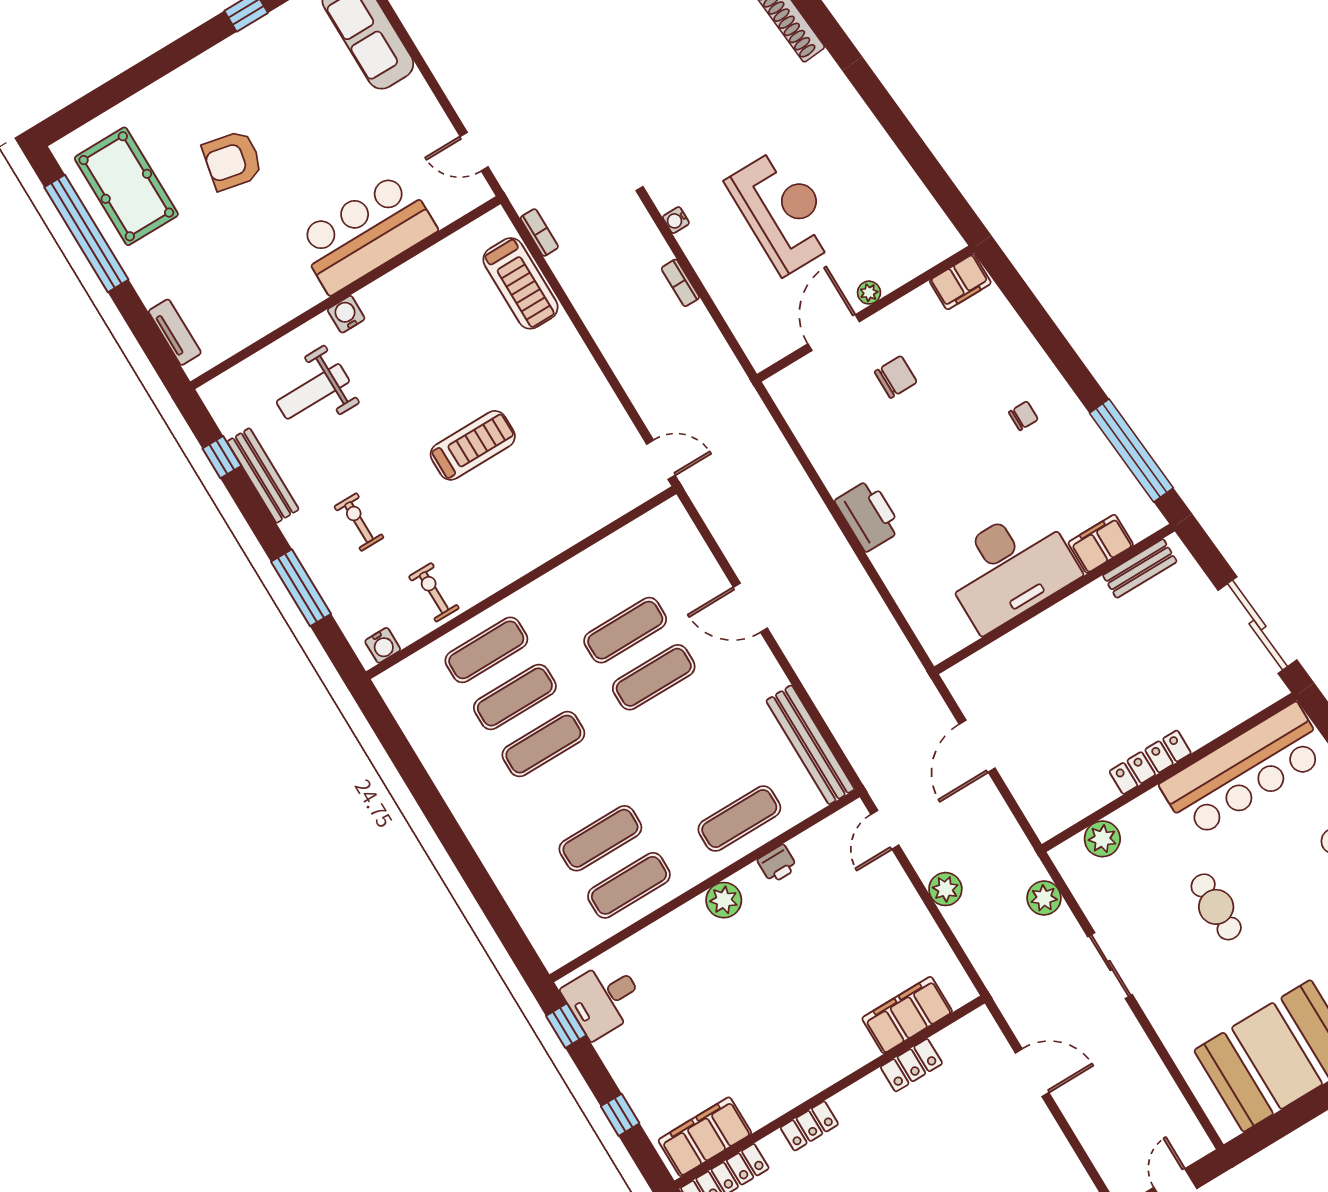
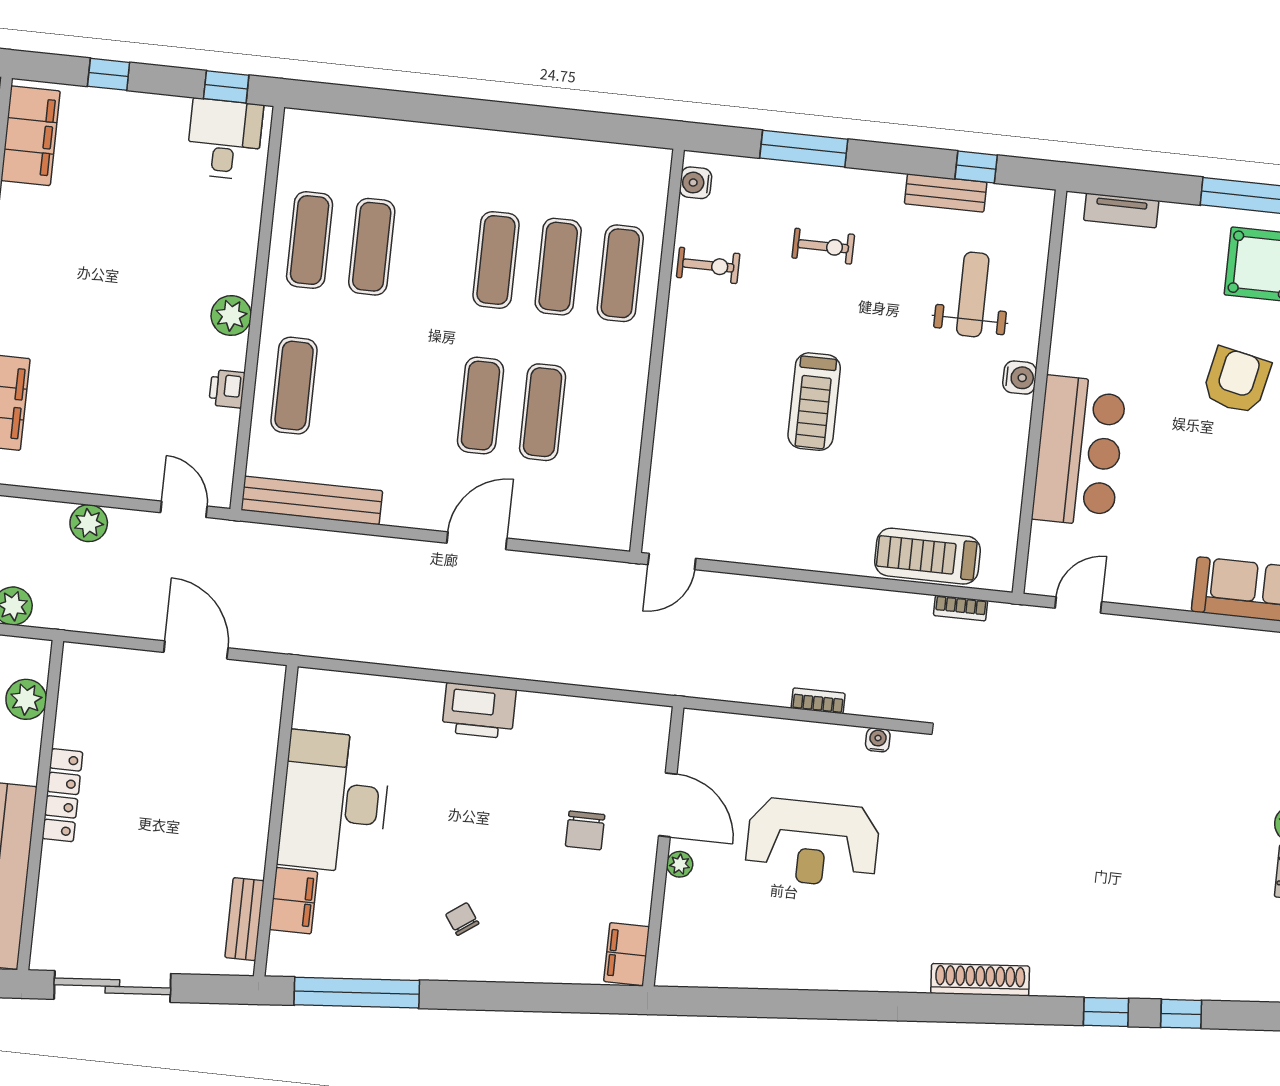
chair: (1023, 416) -> (462, 919), turned 145
bench: (263, 475) -> (946, 193), width x0.73

